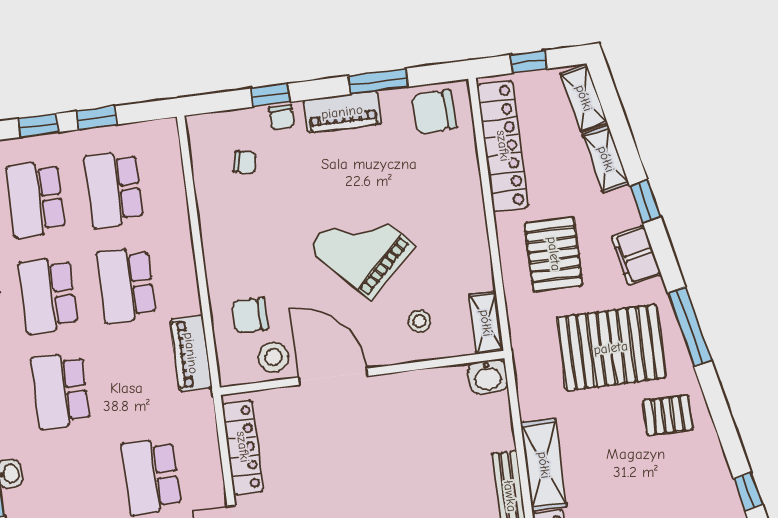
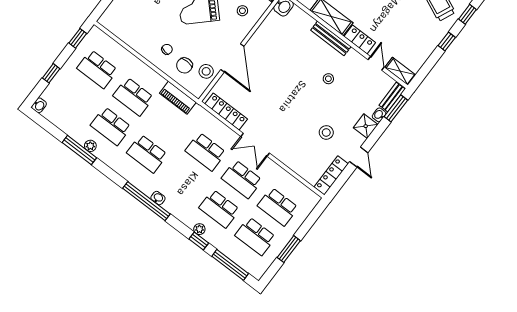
window: (97, 118) -> (78, 38), moved
chair: (245, 162) -> (167, 49), moved
school desk: (36, 199) -> (75, 99), removed
door: (333, 377) -> (232, 58), swing flipped

